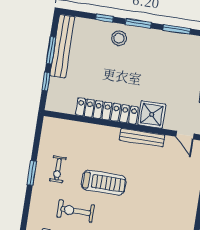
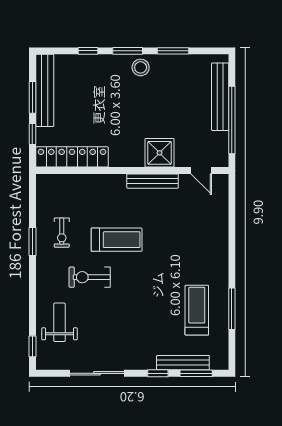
stool: (119, 38) -> (141, 67), moved
locker: (107, 111) -> (72, 157), moved

